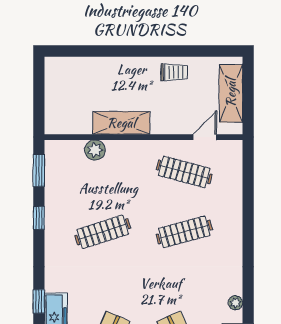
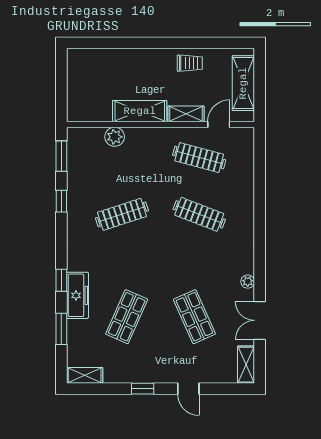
shelving: (170, 126) -> (186, 114), added
clothes rail: (184, 232) -> (199, 214), turned 36

